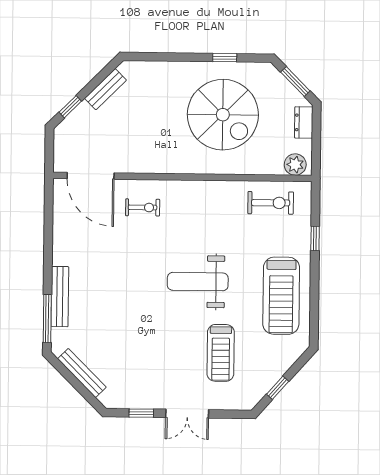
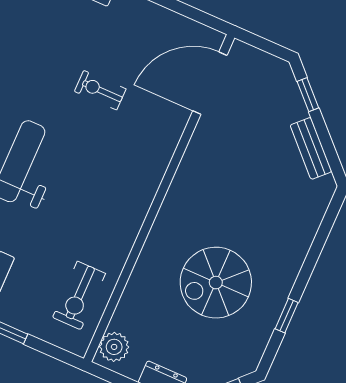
spiral stairs: (223, 115) -> (216, 283), width x0.73, depth x0.73
exercise bike: (143, 207) -> (100, 90), moved, turned 90

